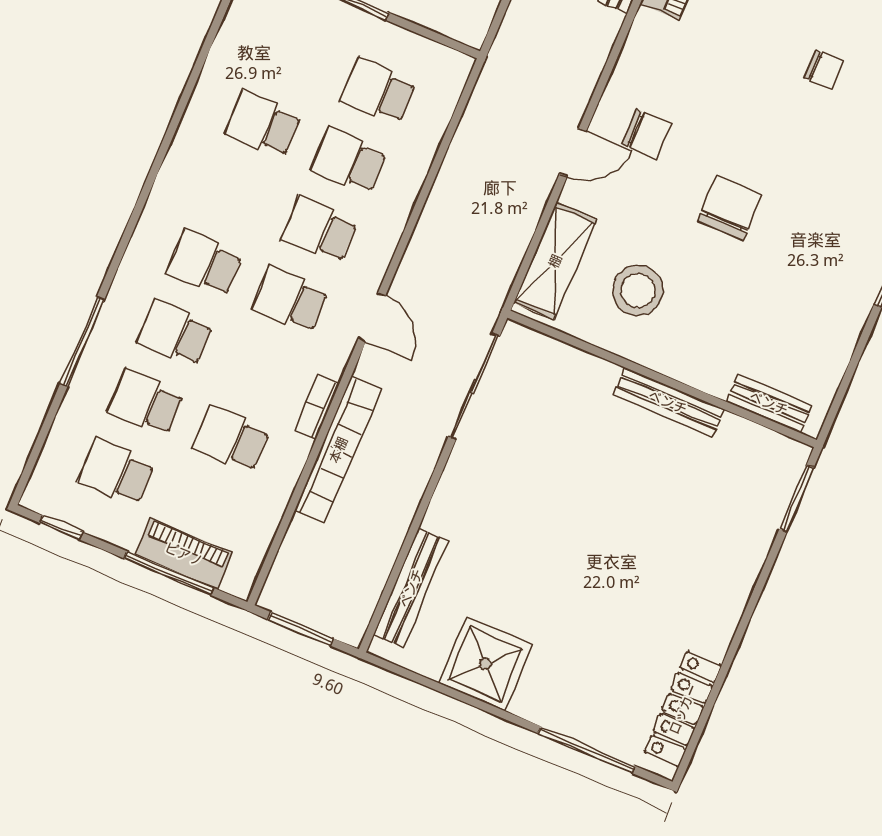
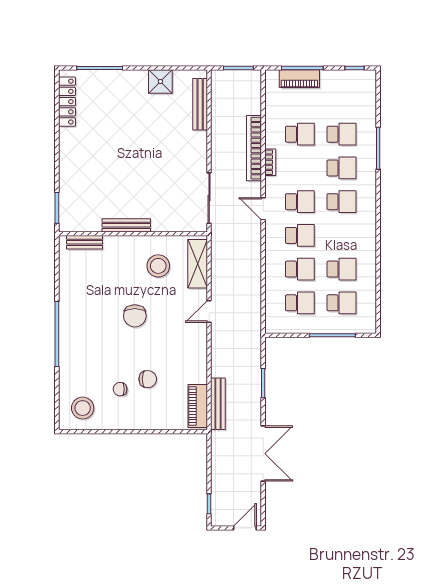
chair: (647, 134) -> (148, 379), moved, turned 180
school desk: (116, 472) -> (341, 303), moved
shower: (485, 664) -> (160, 82), width x0.73, depth x0.73

